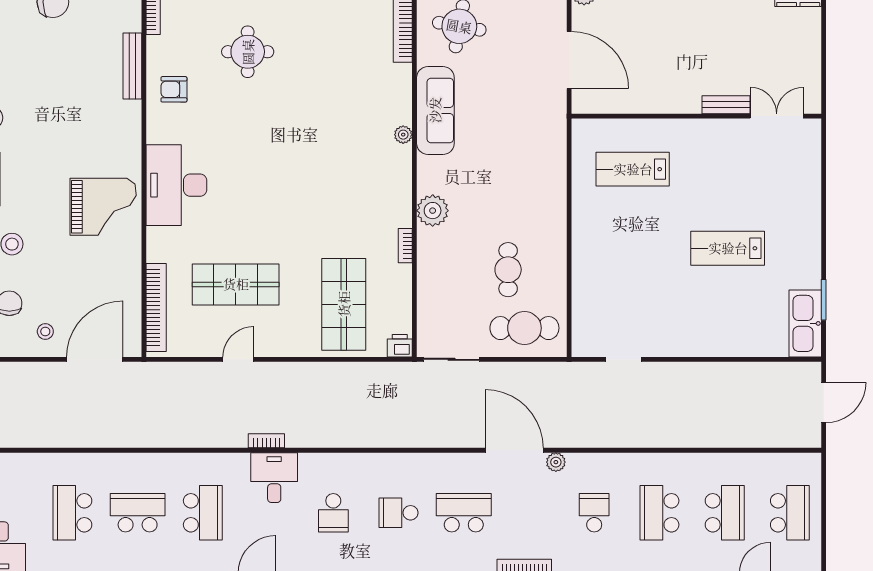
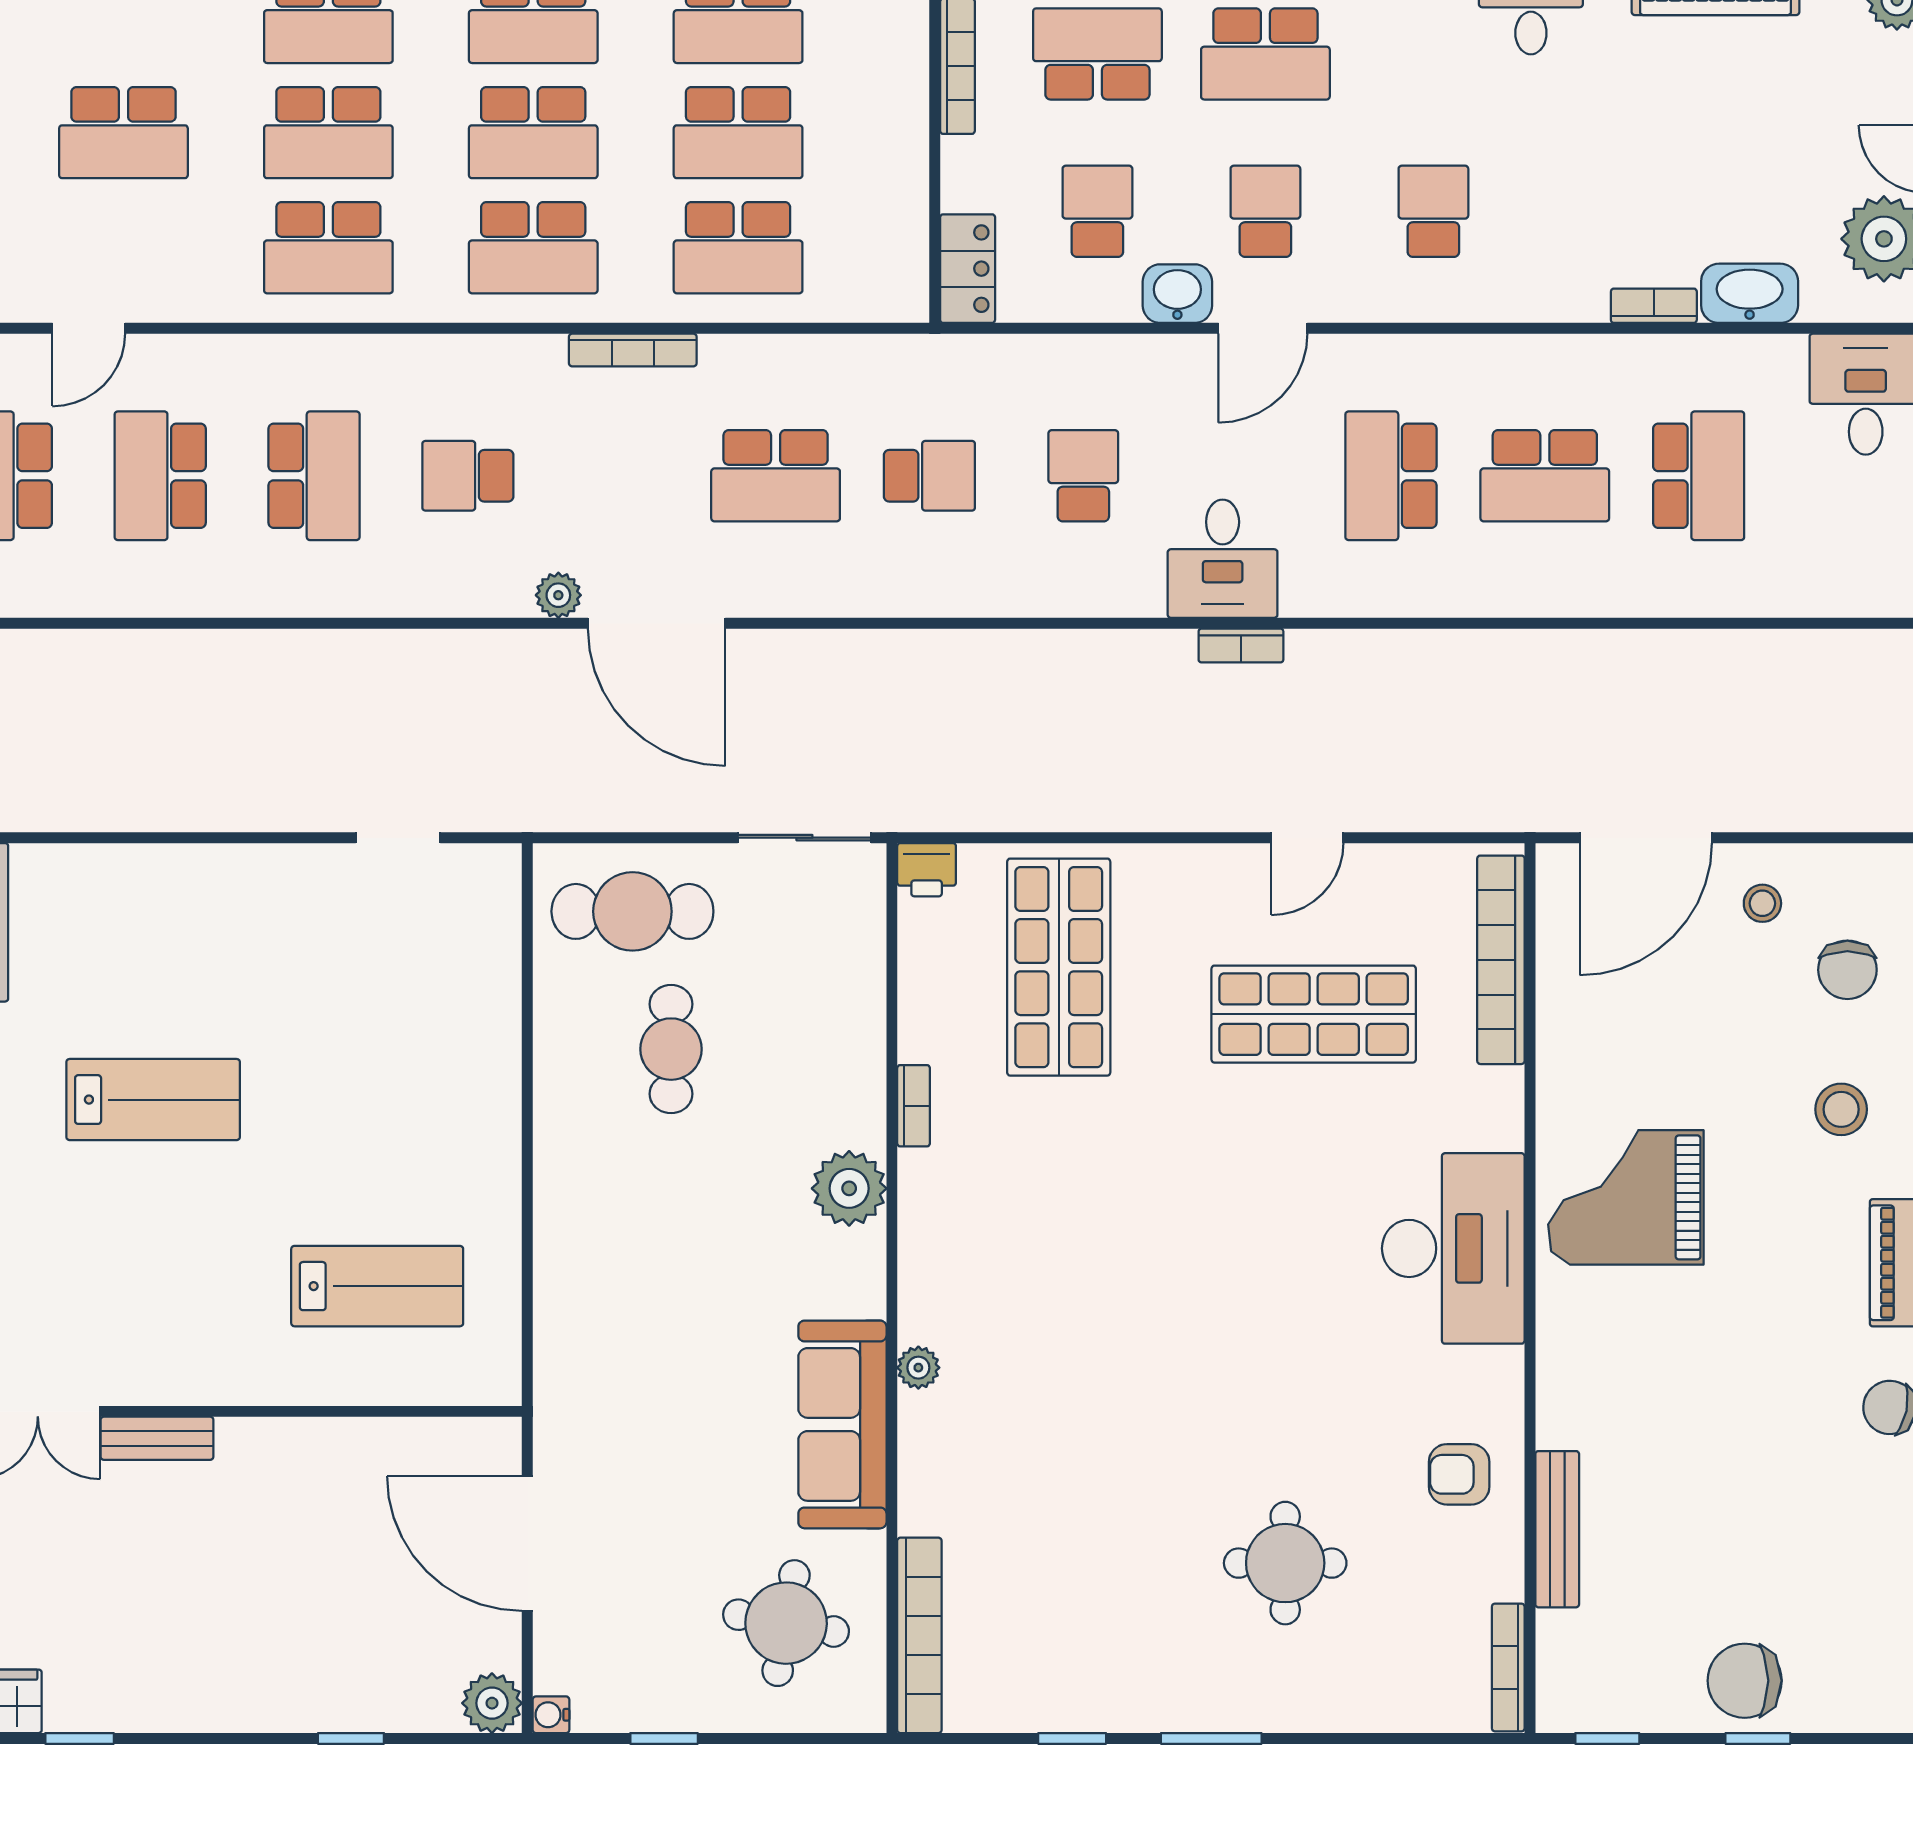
armchair: (174, 89) -> (1459, 1474), turned 180
school desk: (594, 513) -> (468, 476), turned 90

